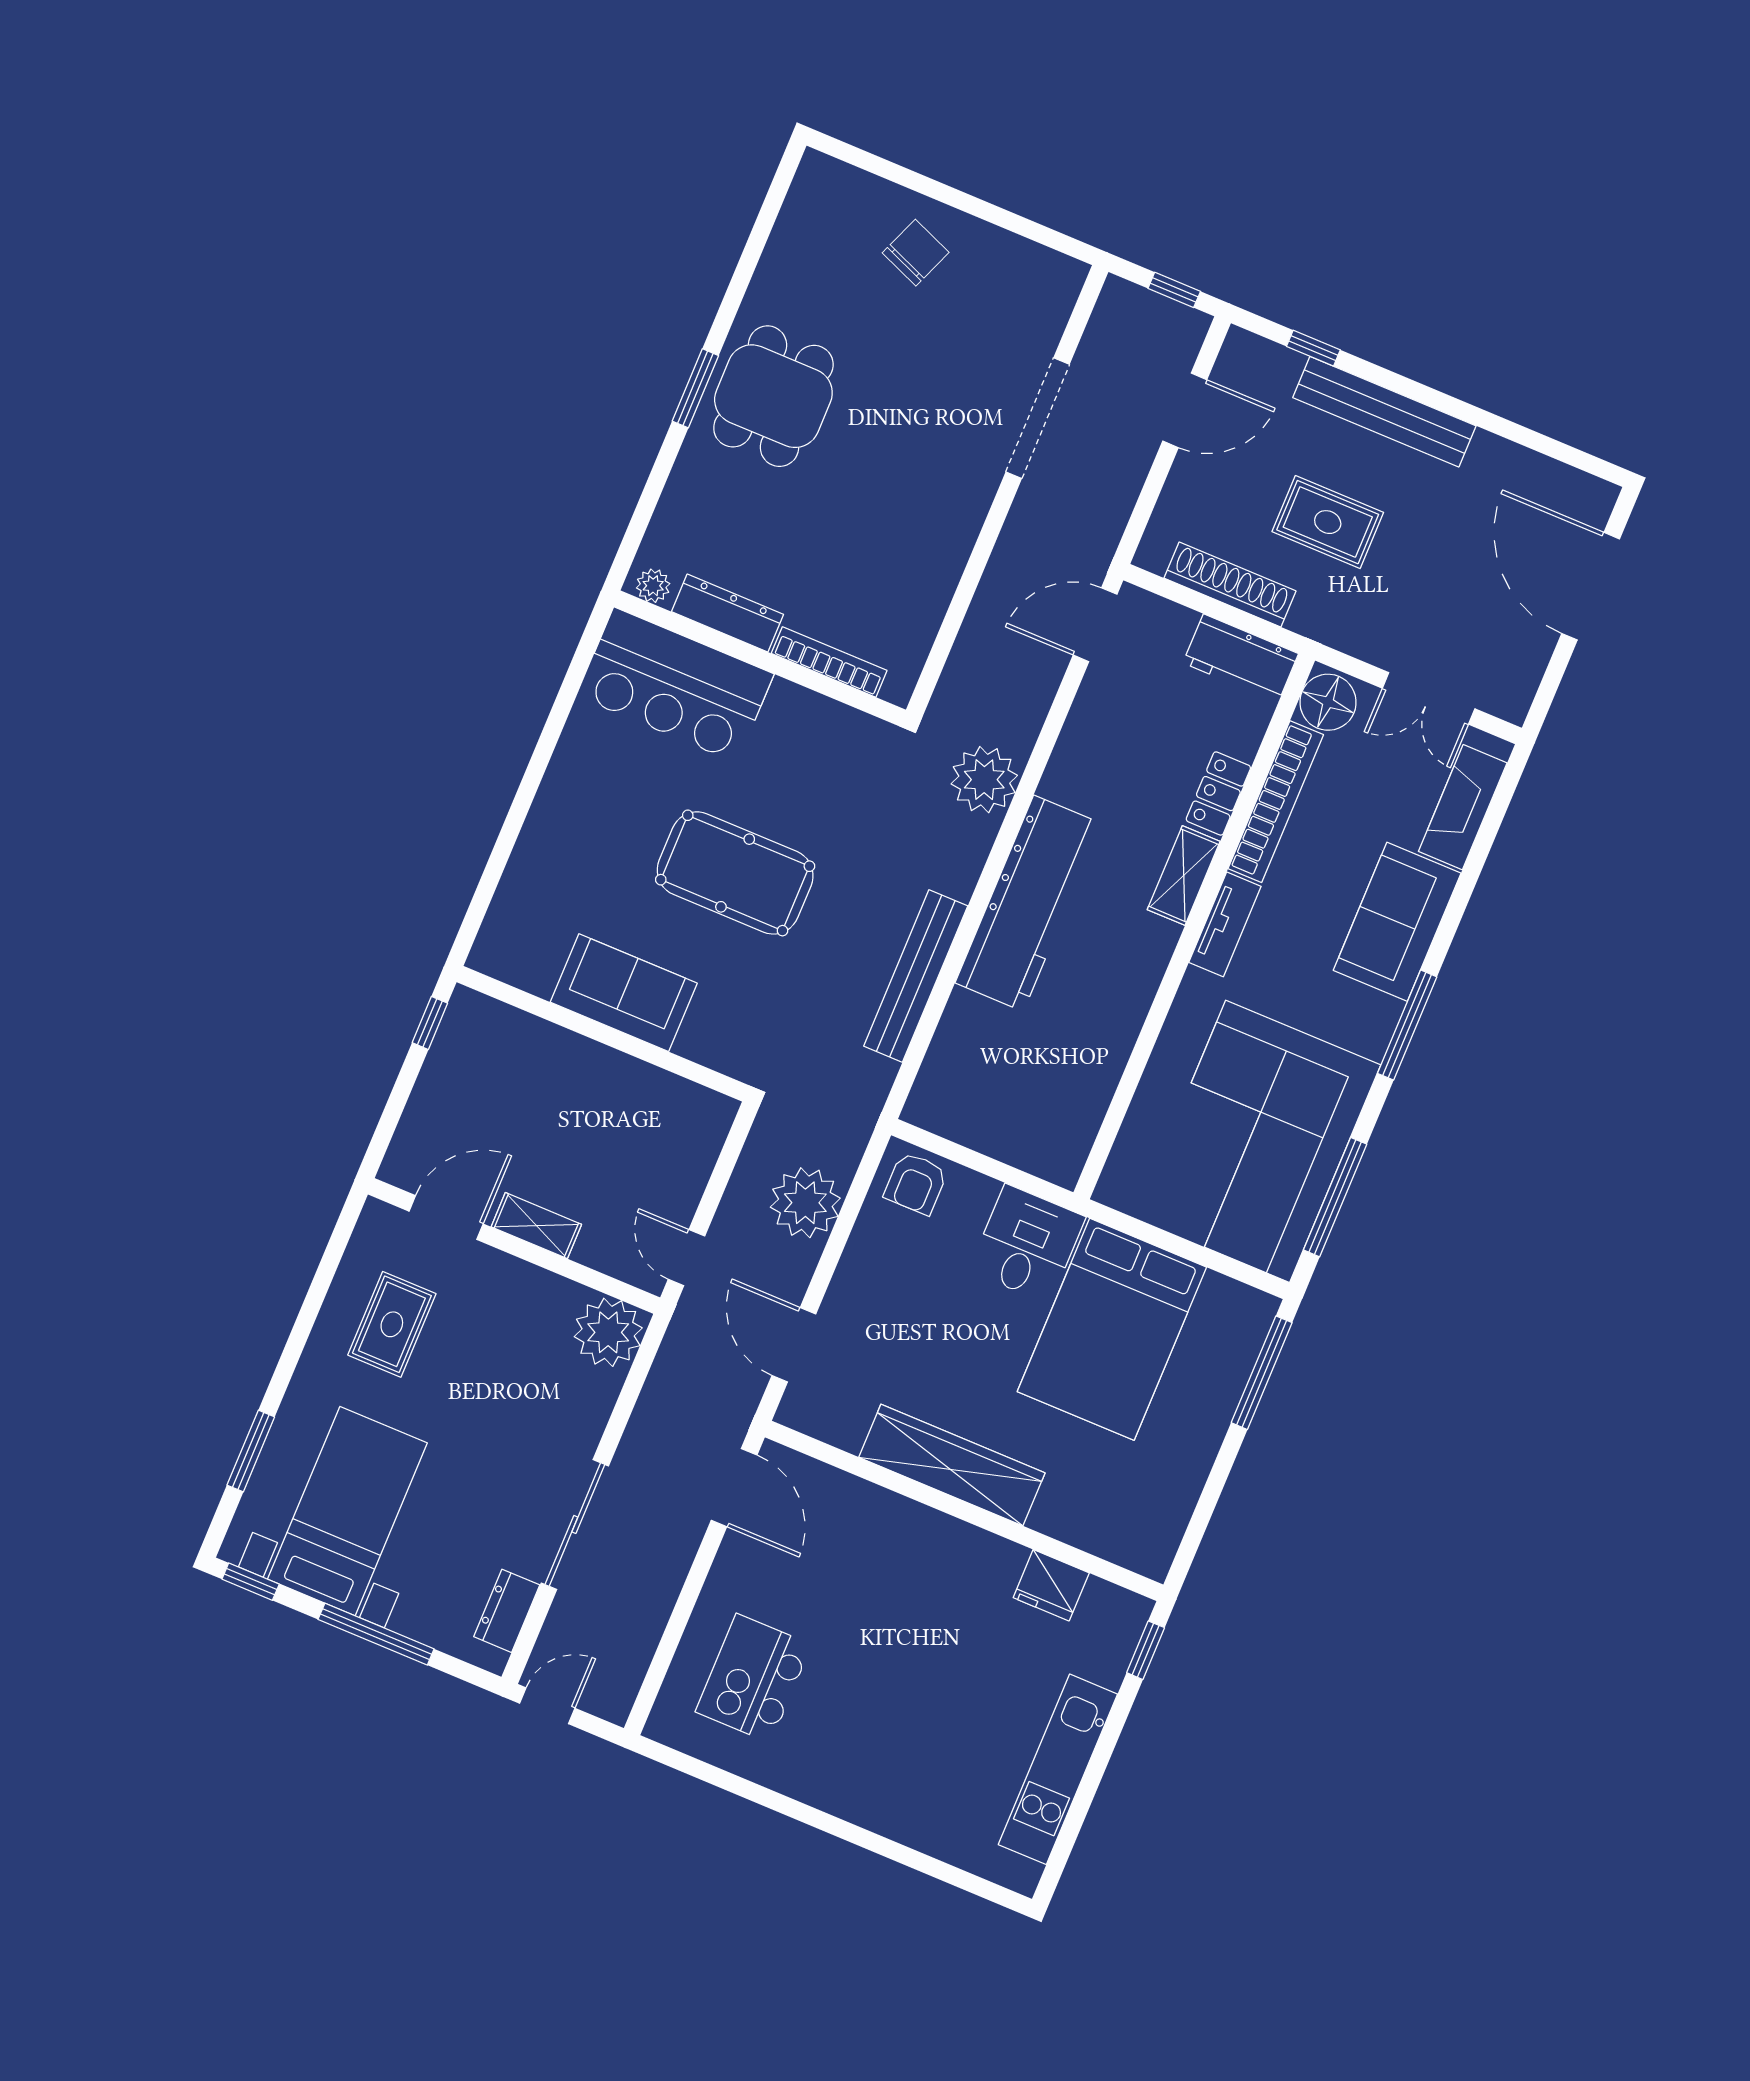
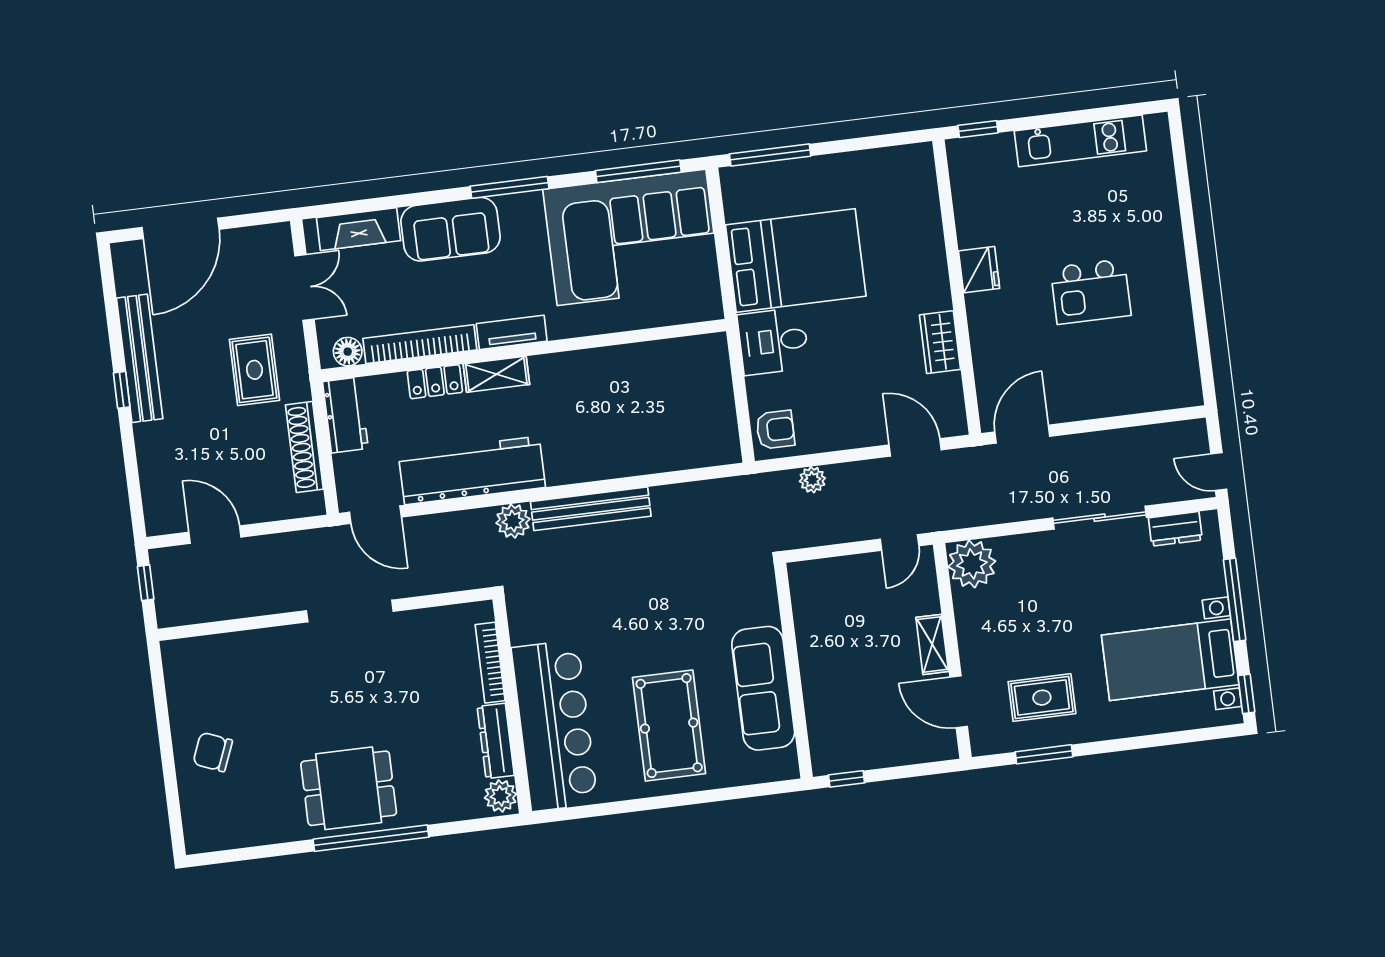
window: (1313, 348) -> (122, 390), moved
window: (695, 388) -> (371, 838), width x2.11
bench: (1384, 412) -> (140, 358), moved
doorway: (1038, 418) -> (350, 611), moved
rug: (1328, 522) -> (254, 370), moved
plant: (653, 586) -> (501, 796), width x1.38, depth x1.38
bar counter: (675, 685) -> (555, 726), width x1.36
floor lamp: (1328, 702) -> (348, 352), width x0.73, depth x0.73
plant: (984, 780) -> (513, 521), width x0.73, depth x0.73
pool table: (735, 873) -> (669, 726), moved
workbench: (1028, 903) -> (472, 470), moved
bench: (916, 976) -> (591, 509), moved
sofa: (624, 993) -> (763, 688), width x1.36
plant: (805, 1203) -> (812, 480), width x0.53, depth x0.53
door: (794, 1345) -> (915, 447), swing flipped
window: (251, 1451) -> (1044, 754), moved
wardrobe: (952, 1465) -> (940, 342), width x0.48, depth x0.85
fridge: (1051, 1585) -> (979, 270), moved
kitchen island: (753, 1678) -> (1091, 292), moved

